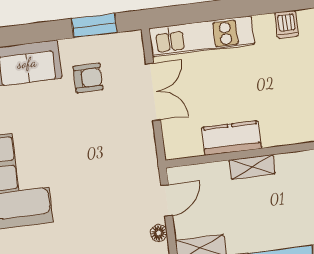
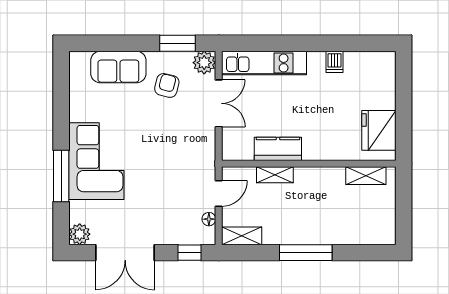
plant: (130, 45) -> (204, 63), added
armchair: (88, 78) -> (167, 85), turned -76
shelving: (252, 167) -> (275, 175), moved

